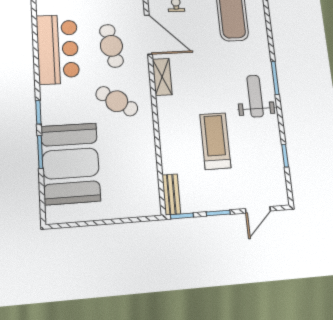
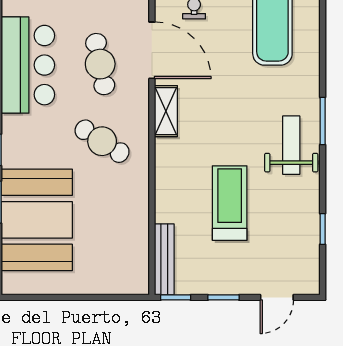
bench: (171, 194) -> (164, 259), width x1.36

